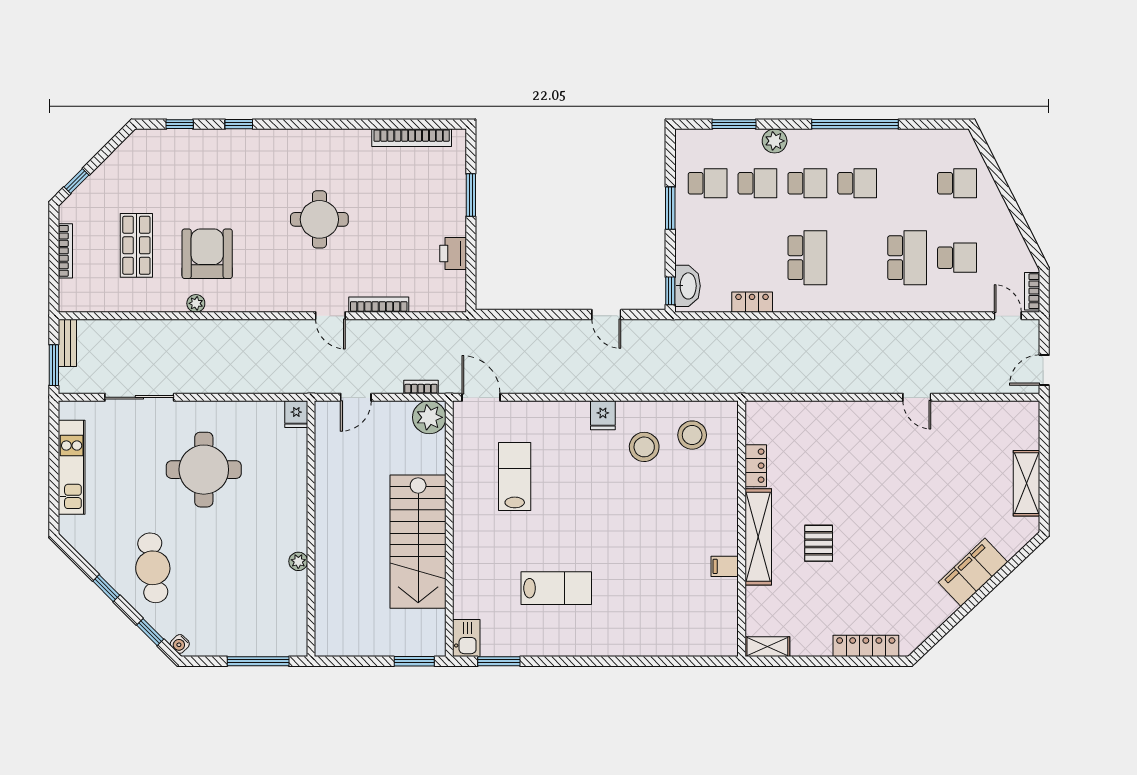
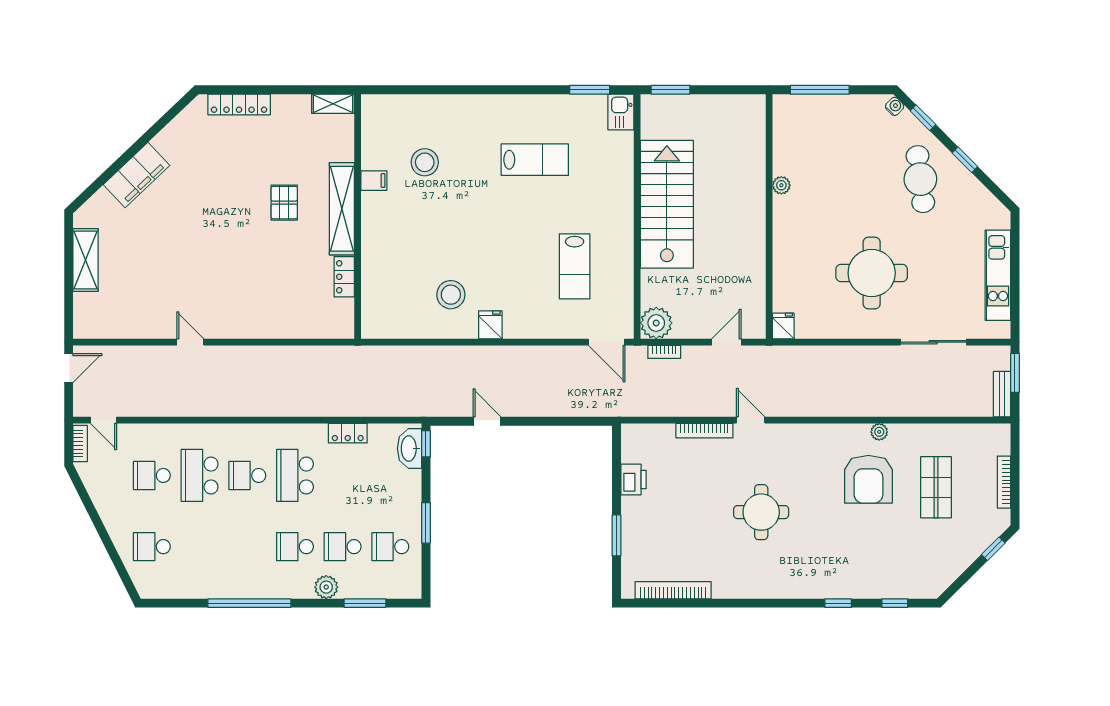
school desk: (857, 183) -> (247, 475), moved
stool: (692, 435) -> (425, 162), moved
lab bench: (556, 588) -> (535, 160), turned 180

